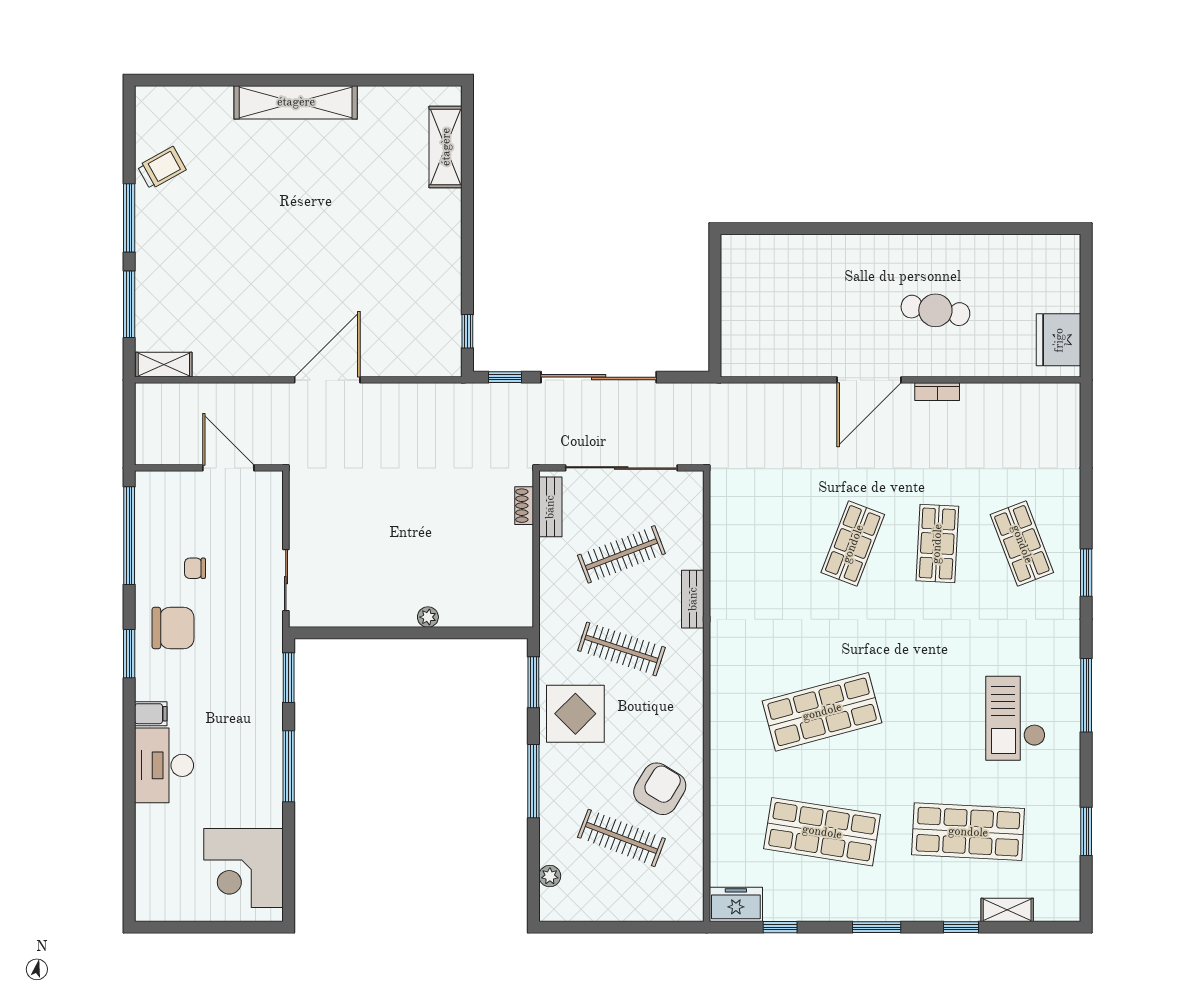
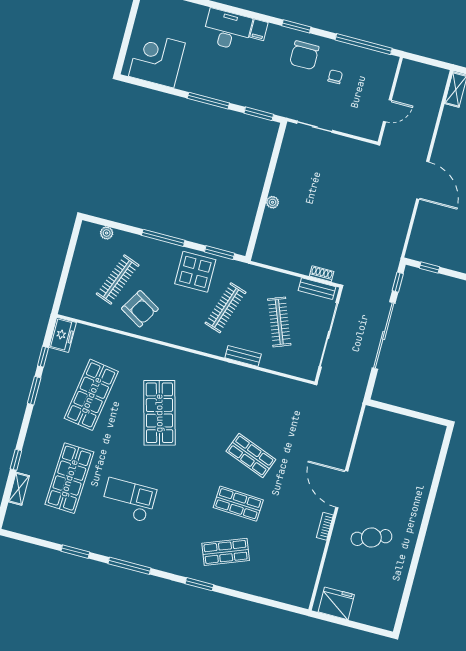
cafe table: (935, 310) -> (371, 538), turned 61
door: (228, 468) -> (387, 111), width x0.73
checkout: (1015, 718) -> (129, 500), moved
window: (1086, 831) -> (75, 552), moved
window: (877, 927) -> (34, 391), moved

